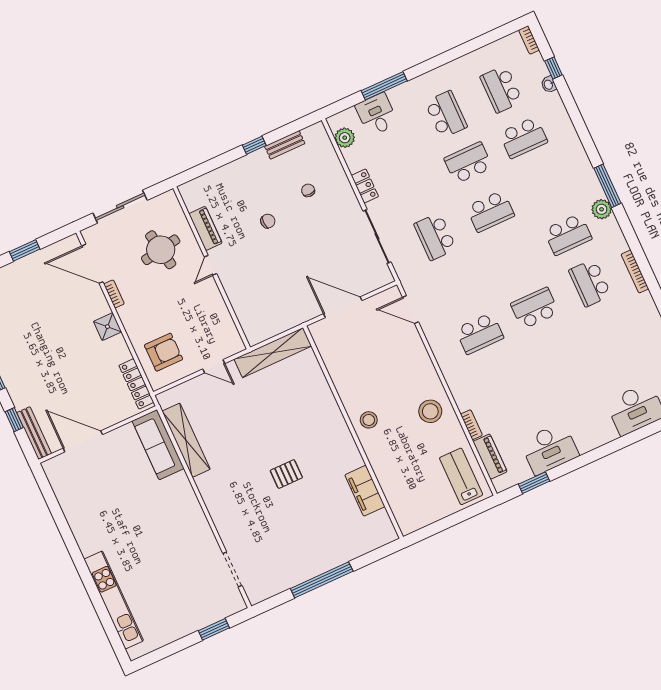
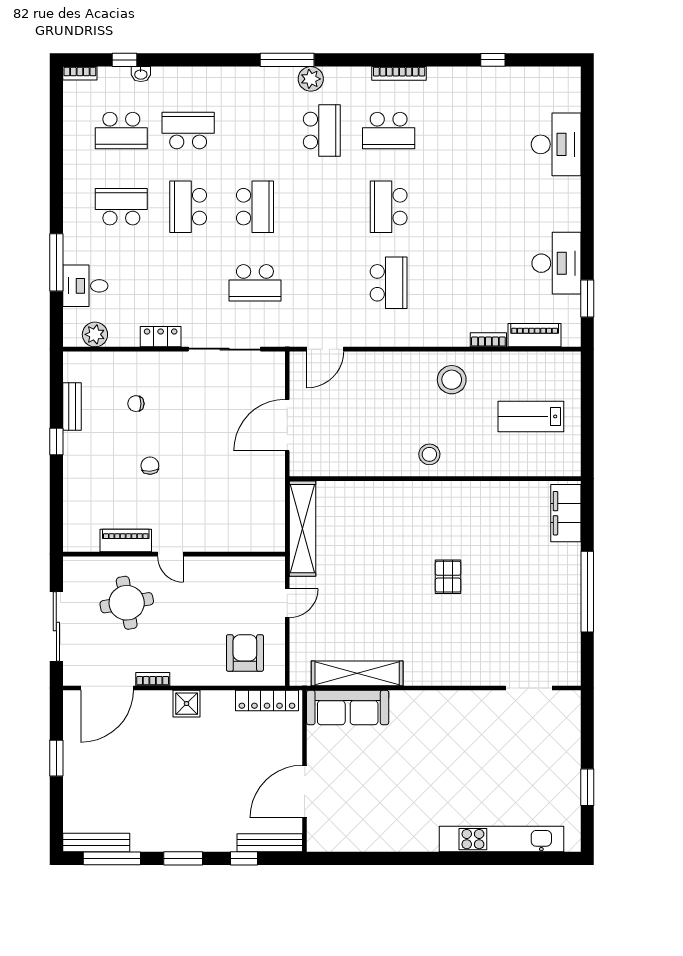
school desk: (523, 138) -> (188, 131), turned -90
lab bench: (461, 476) -> (531, 416), moved
filing cabinet: (365, 491) -> (566, 513), moved, turned 90
window: (214, 629) -> (587, 787), moved

